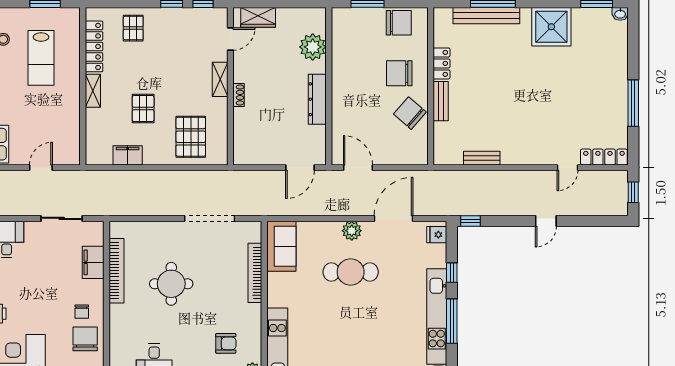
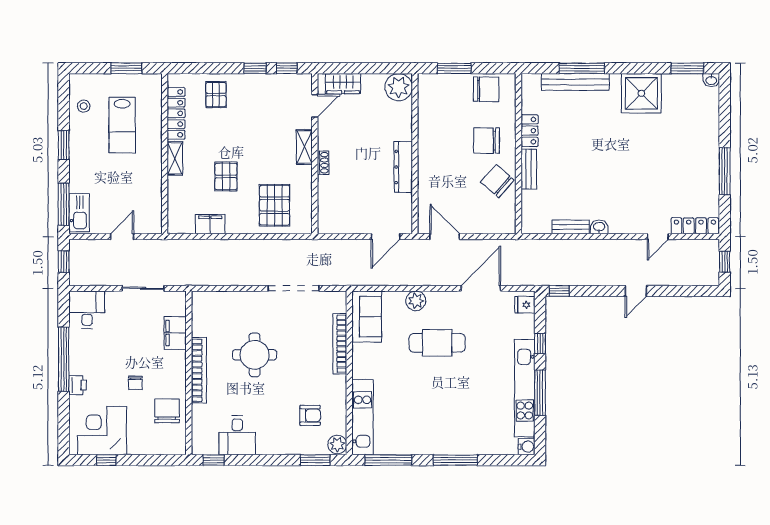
plant: (313, 47) -> (399, 87), moved
washbasin: (510, 158) -> (599, 227), added
plant: (352, 231) -> (416, 301), moved
bookcase: (116, 271) -> (199, 370), moved
chair: (82, 312) -> (135, 383), moved

